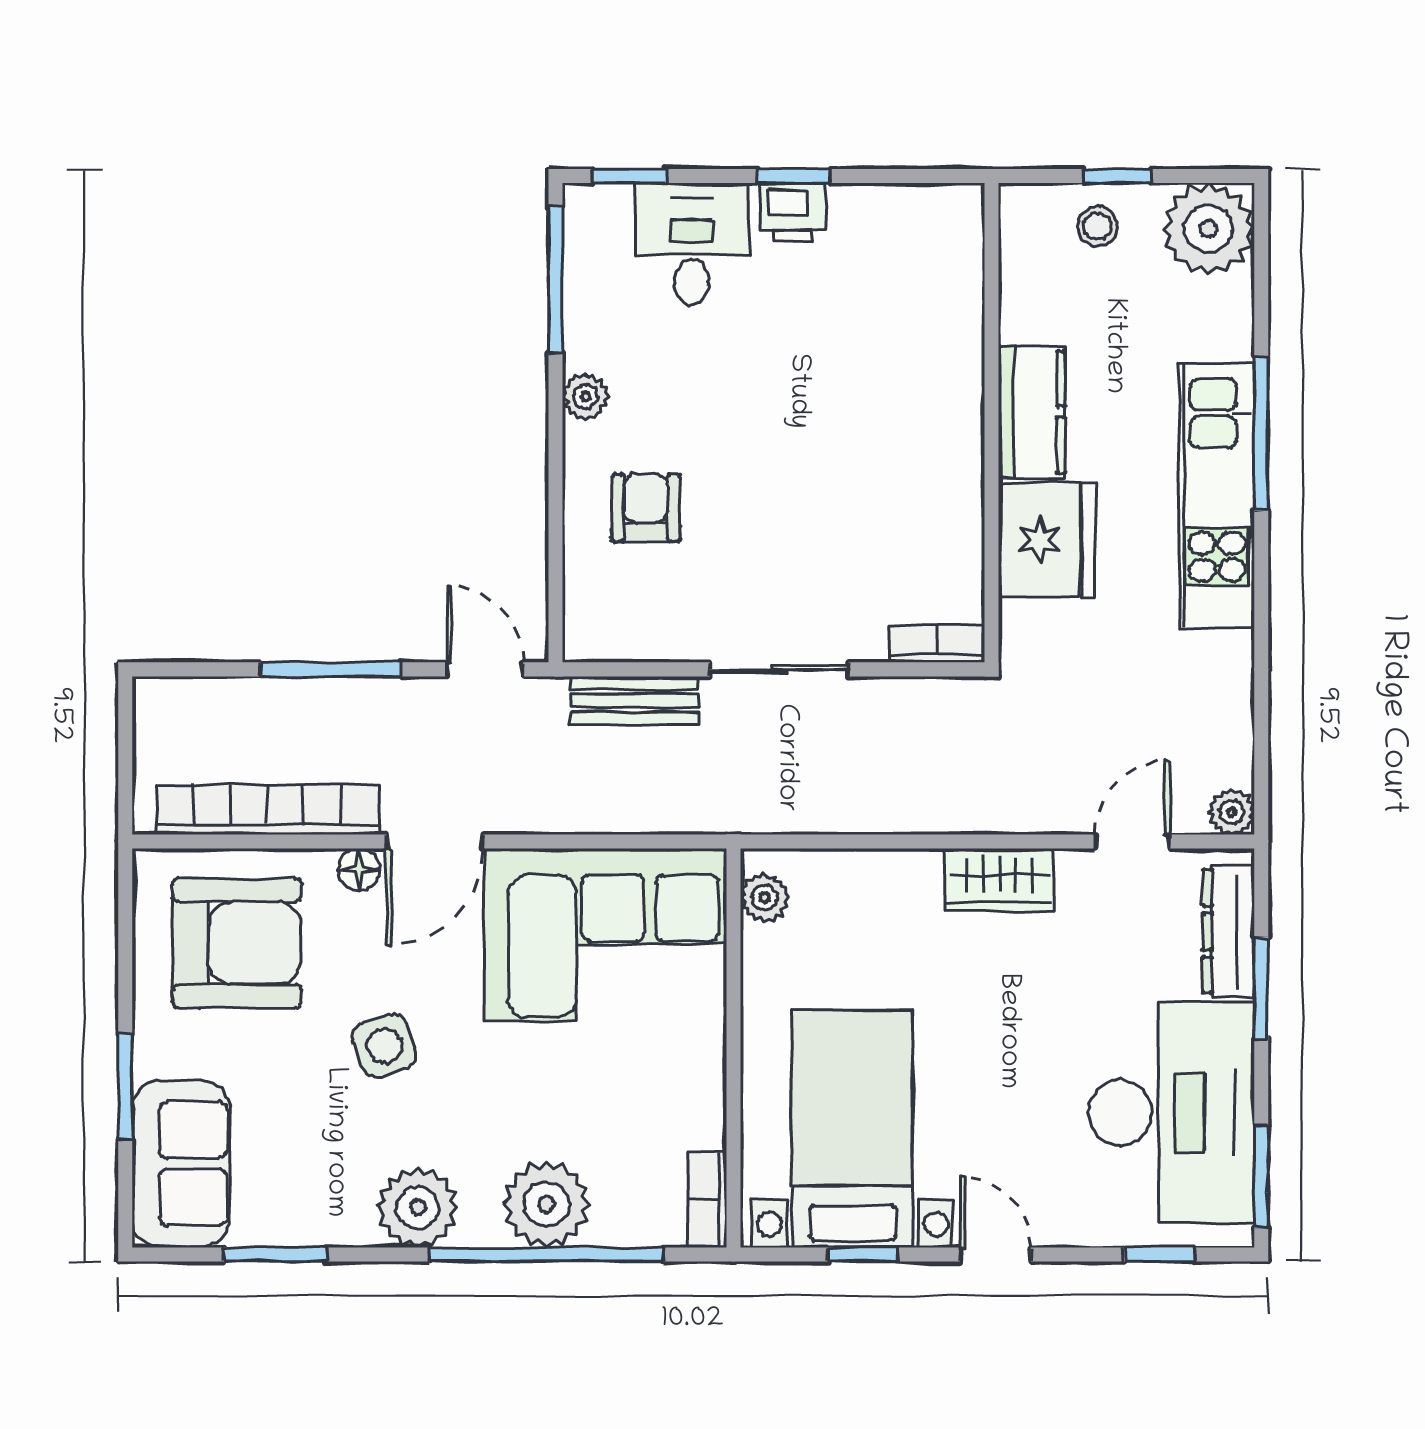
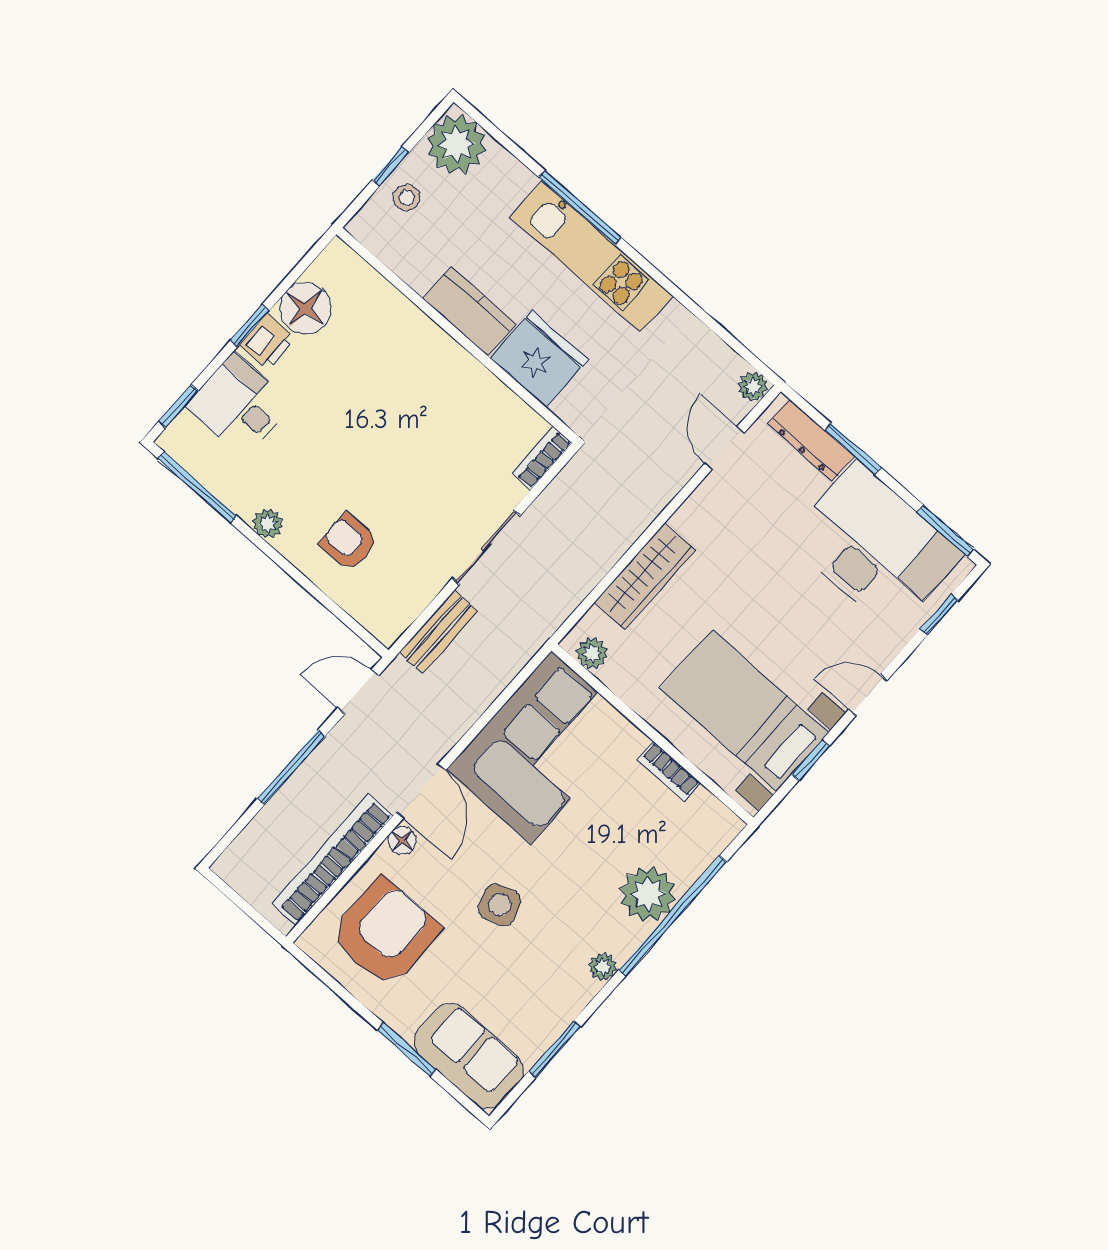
floor lamp: (869, 222) -> (305, 308), added
wardrobe: (999, 880) -> (645, 576), moved, width x1.50
bookcase: (707, 1200) -> (669, 771), moved
plant: (418, 1208) -> (603, 967), width x0.53, depth x0.53

